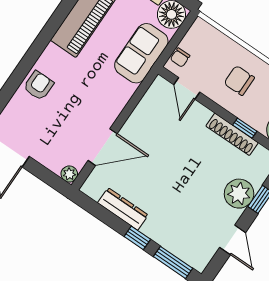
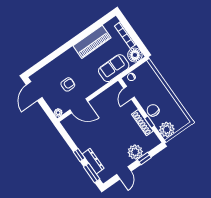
chair: (239, 80) -> (153, 110), moved
armchair: (39, 86) -> (68, 84), moved
dresser: (123, 209) -> (93, 161), moved

